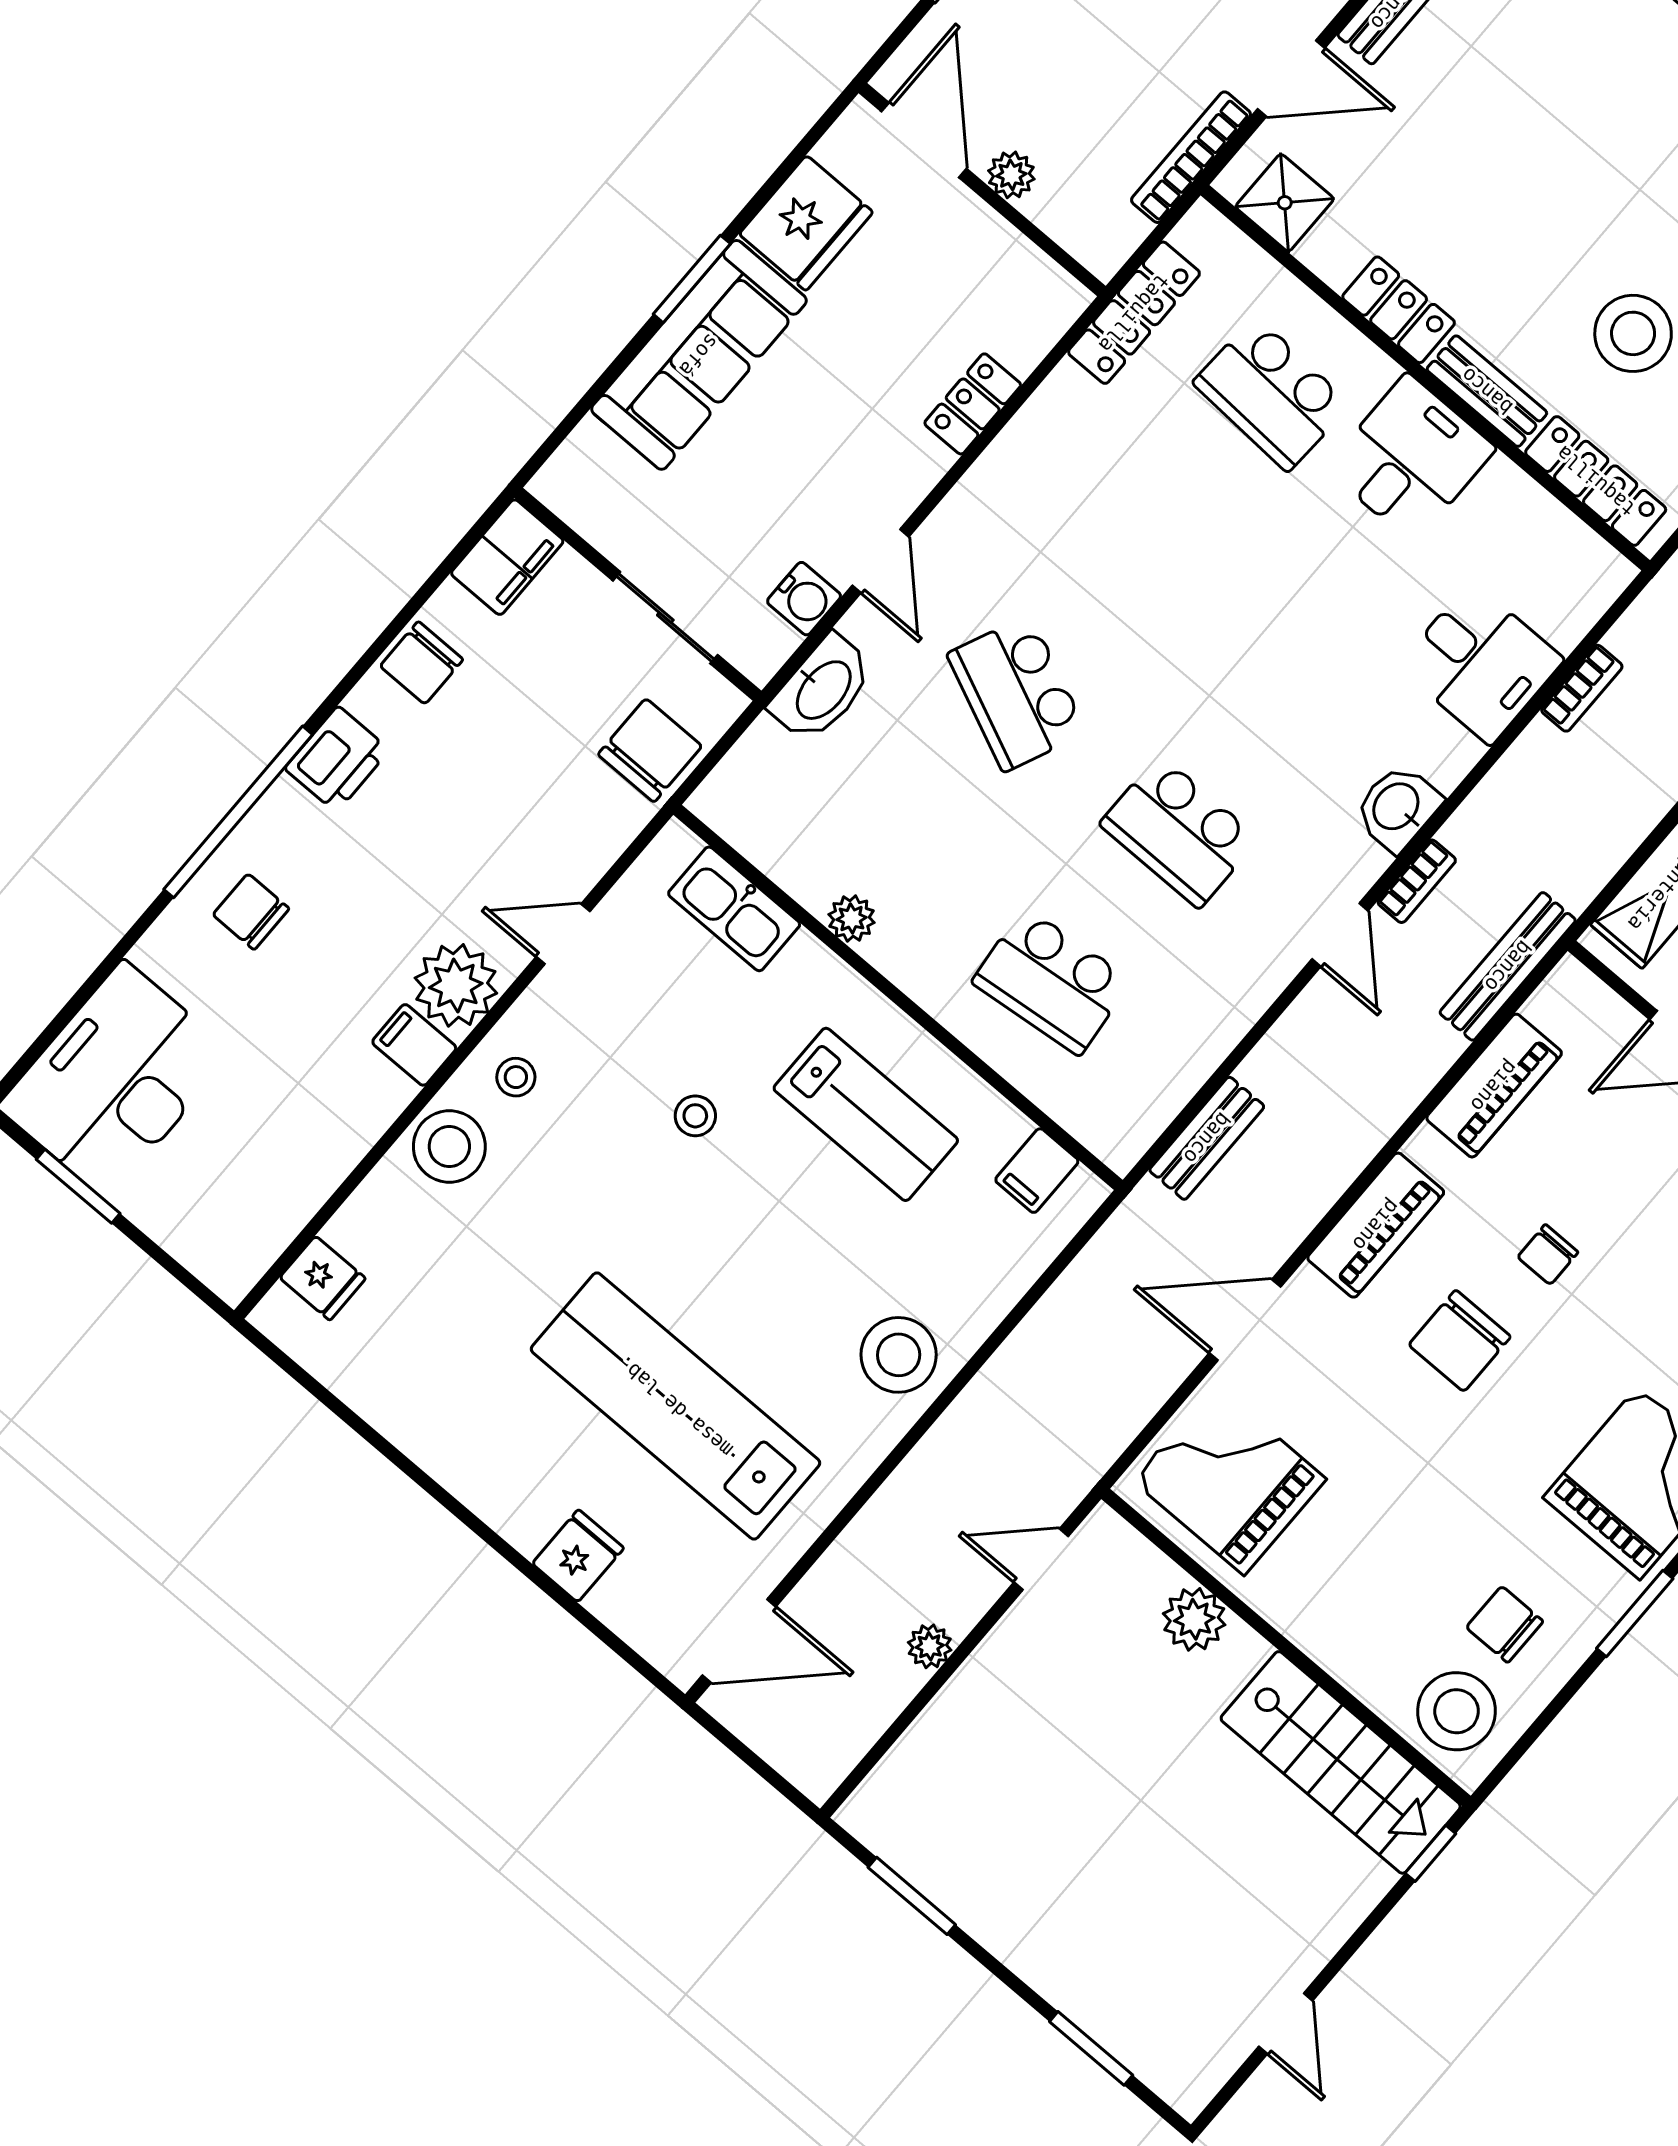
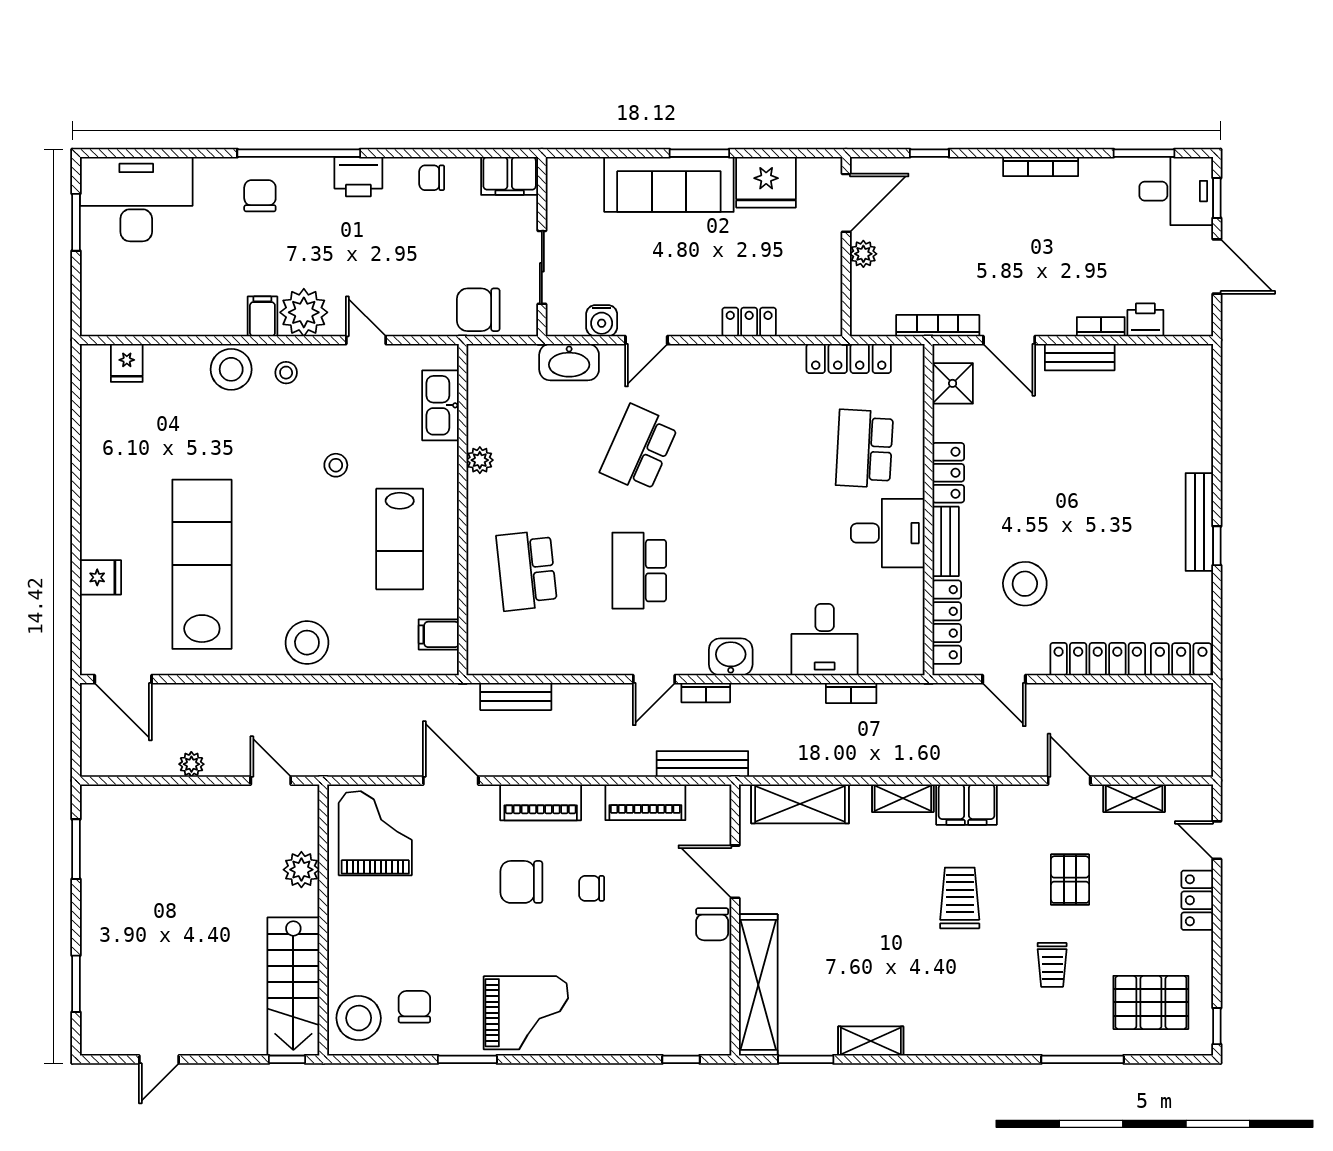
chair: (422, 663) -> (432, 178), width x0.73, depth x0.73
chair: (650, 750) -> (478, 310), turned 180

